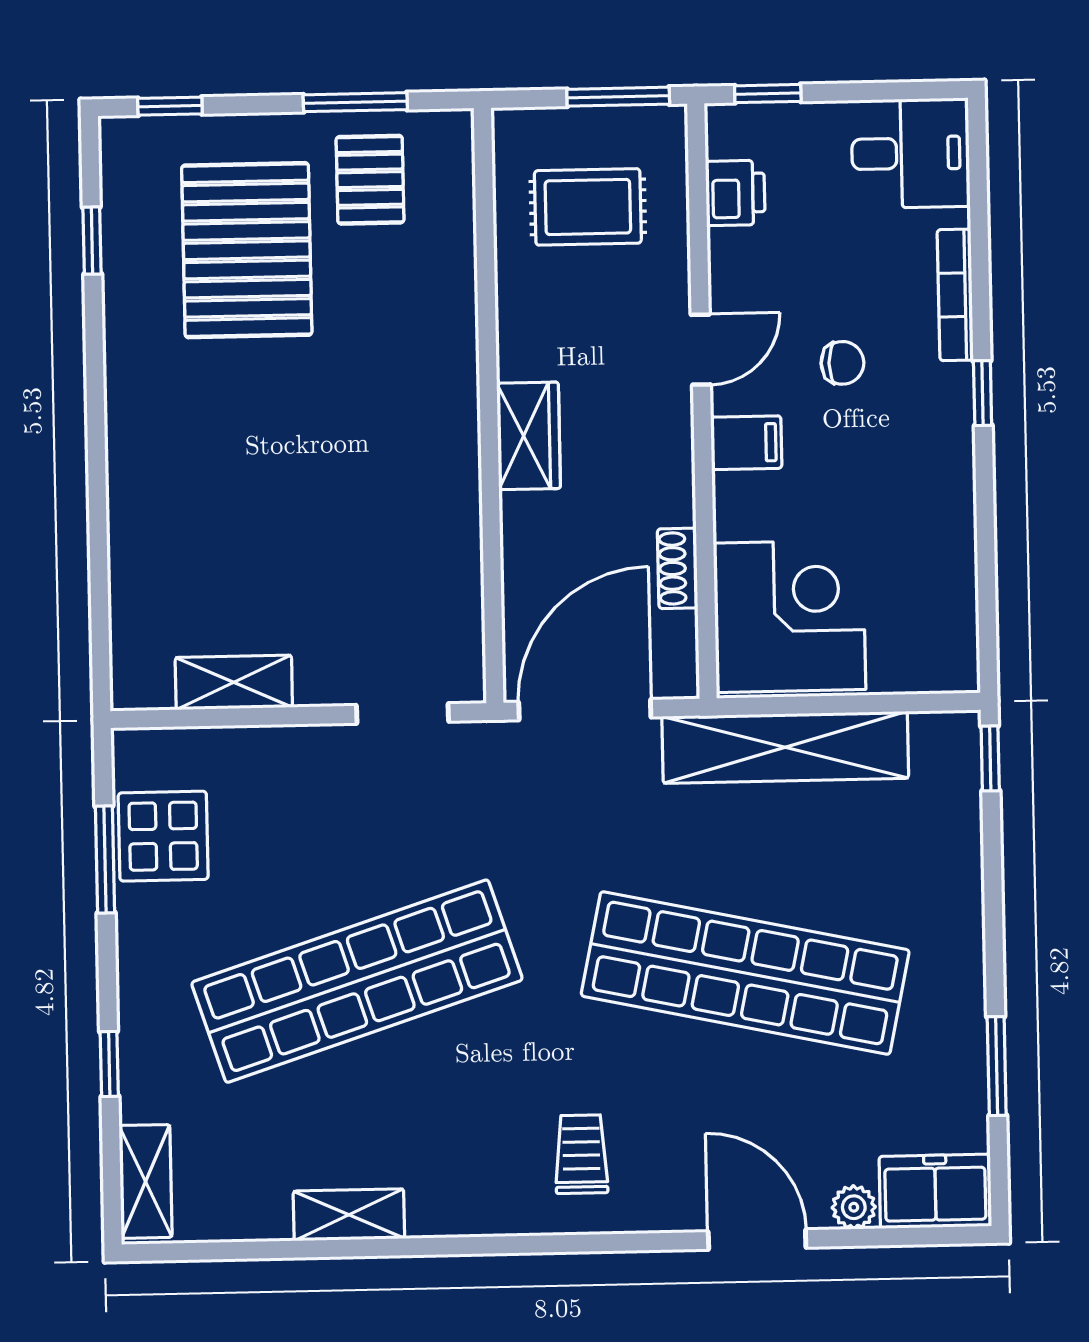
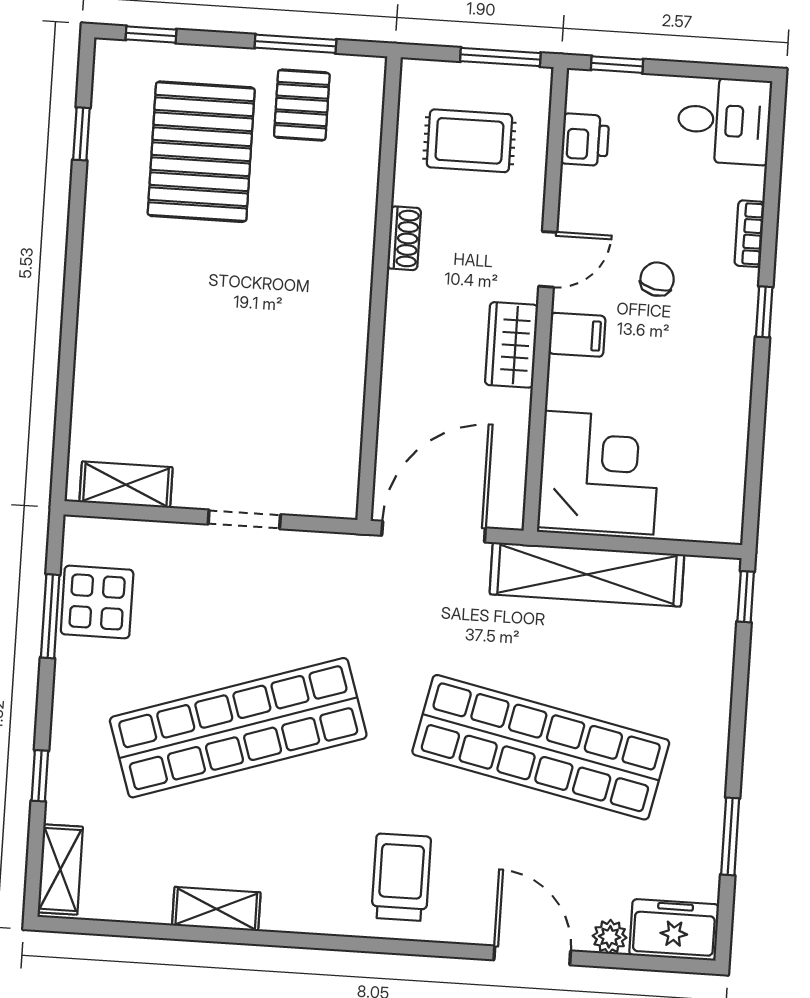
bookcase: (955, 295) -> (749, 234), width x0.64
chair: (842, 363) -> (657, 279), turned -78
wardrobe: (529, 436) -> (512, 345), moved, turned 180
shoe rack: (678, 568) -> (404, 238), moved, turned 180
shelving: (234, 682) -> (126, 485), moved
doorway: (403, 713) -> (244, 519), moved
trolley: (581, 1154) -> (401, 877), width x1.36, depth x1.39

